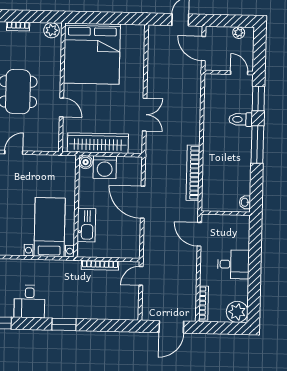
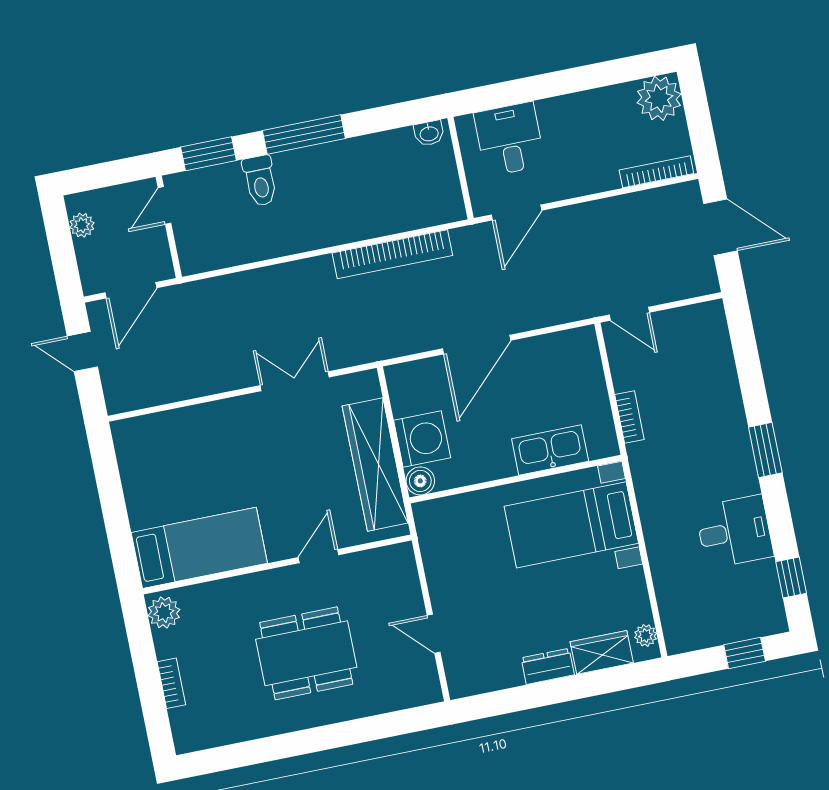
bed: (92, 54) -> (199, 548), width x0.49
desk: (233, 264) -> (509, 139), moved
bookcase: (100, 265) -> (629, 417), width x0.64

